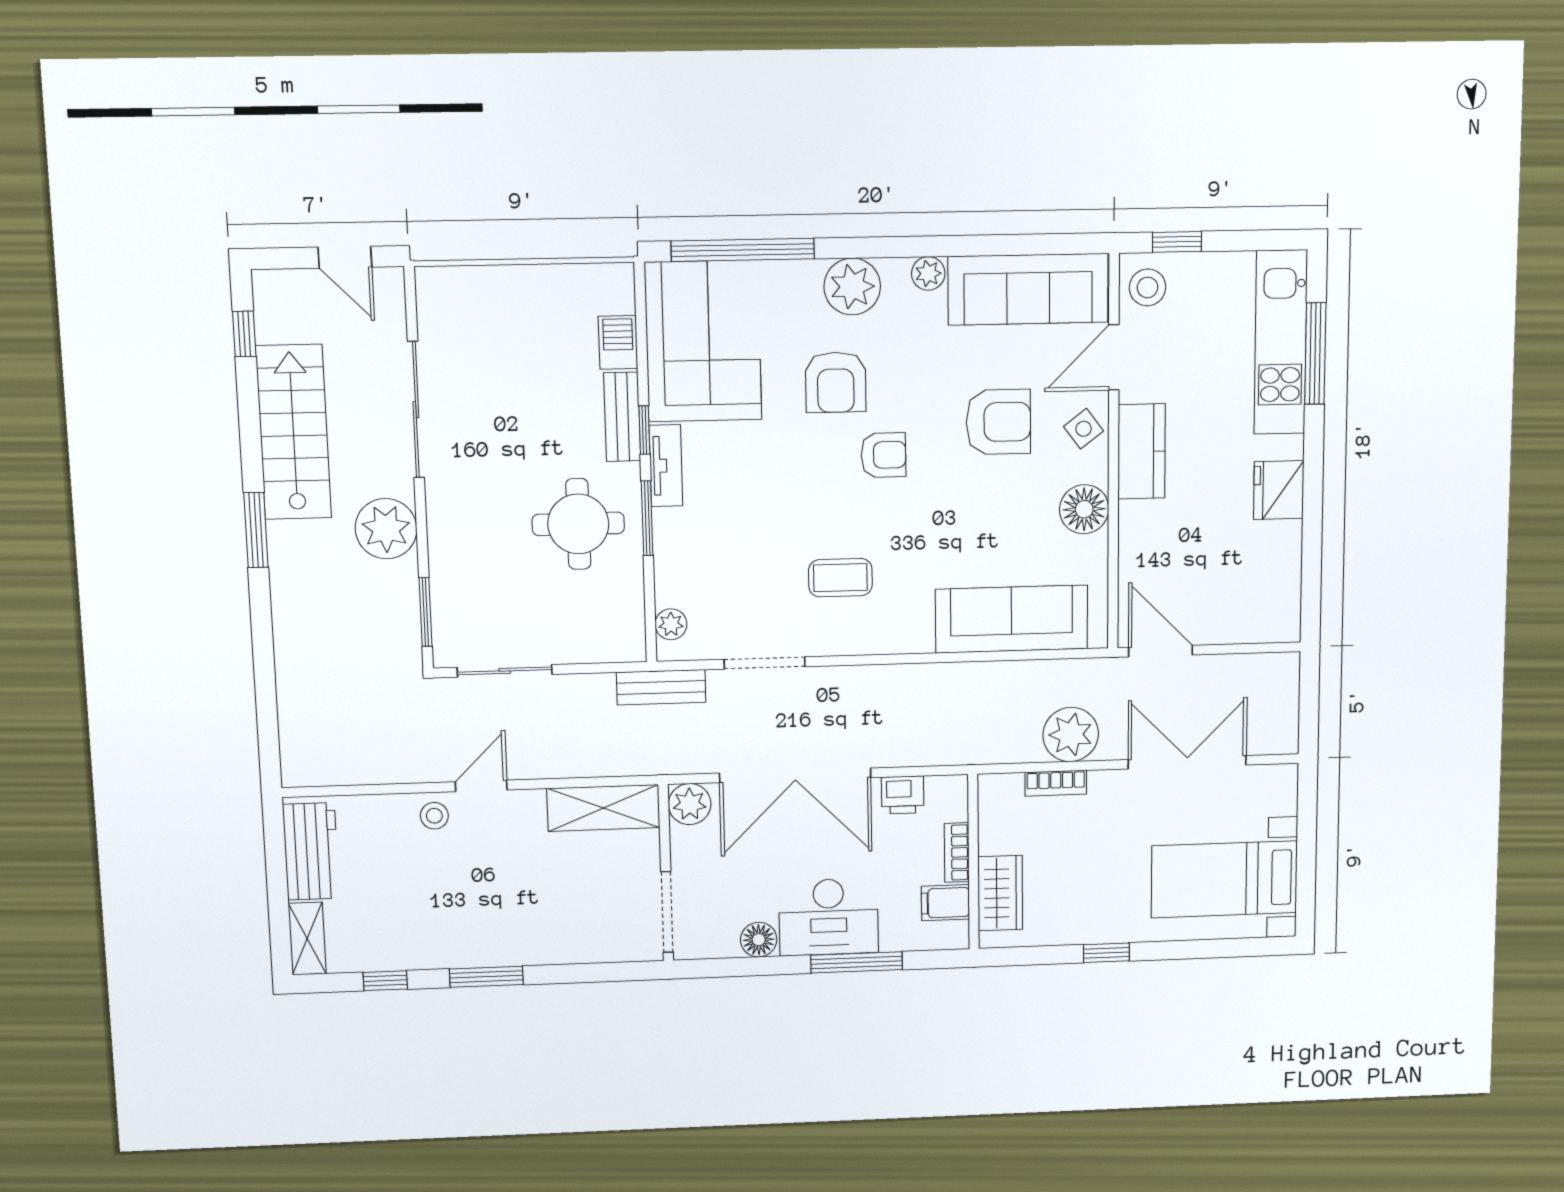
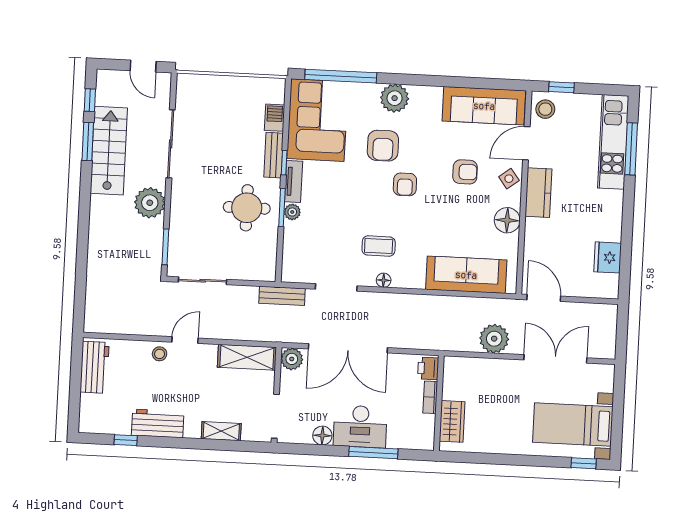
plant: (928, 273) -> (434, 94), removed
armchair: (998, 422) -> (465, 172), width x0.72, depth x0.72
armchair: (883, 455) -> (405, 184), turned 90
fridge: (1279, 490) -> (608, 257), moved
window: (256, 530) -> (88, 141), moved
plant: (671, 624) -> (292, 212), moved
floor lamp: (854, 642) -> (384, 280), added
bookcase: (1056, 783) -> (485, 364), removed
printer: (903, 795) -> (428, 368), moved, turned 90
filing cabinet: (945, 903) -> (423, 424), removed
shelving: (307, 939) -> (221, 431), moved, turned 90
workbench: (444, 945) -> (158, 423), added
window: (1106, 953) -> (584, 463), moved
window: (486, 977) -> (178, 443), removed

